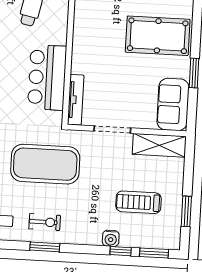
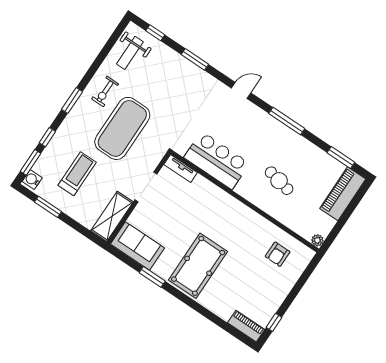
tv unit: (76, 100) -> (181, 169), width x0.71
exercise mat: (45, 164) -> (122, 128), moved
water cooler: (111, 238) -> (32, 180), moved
window: (45, 247) -> (72, 101), moved

